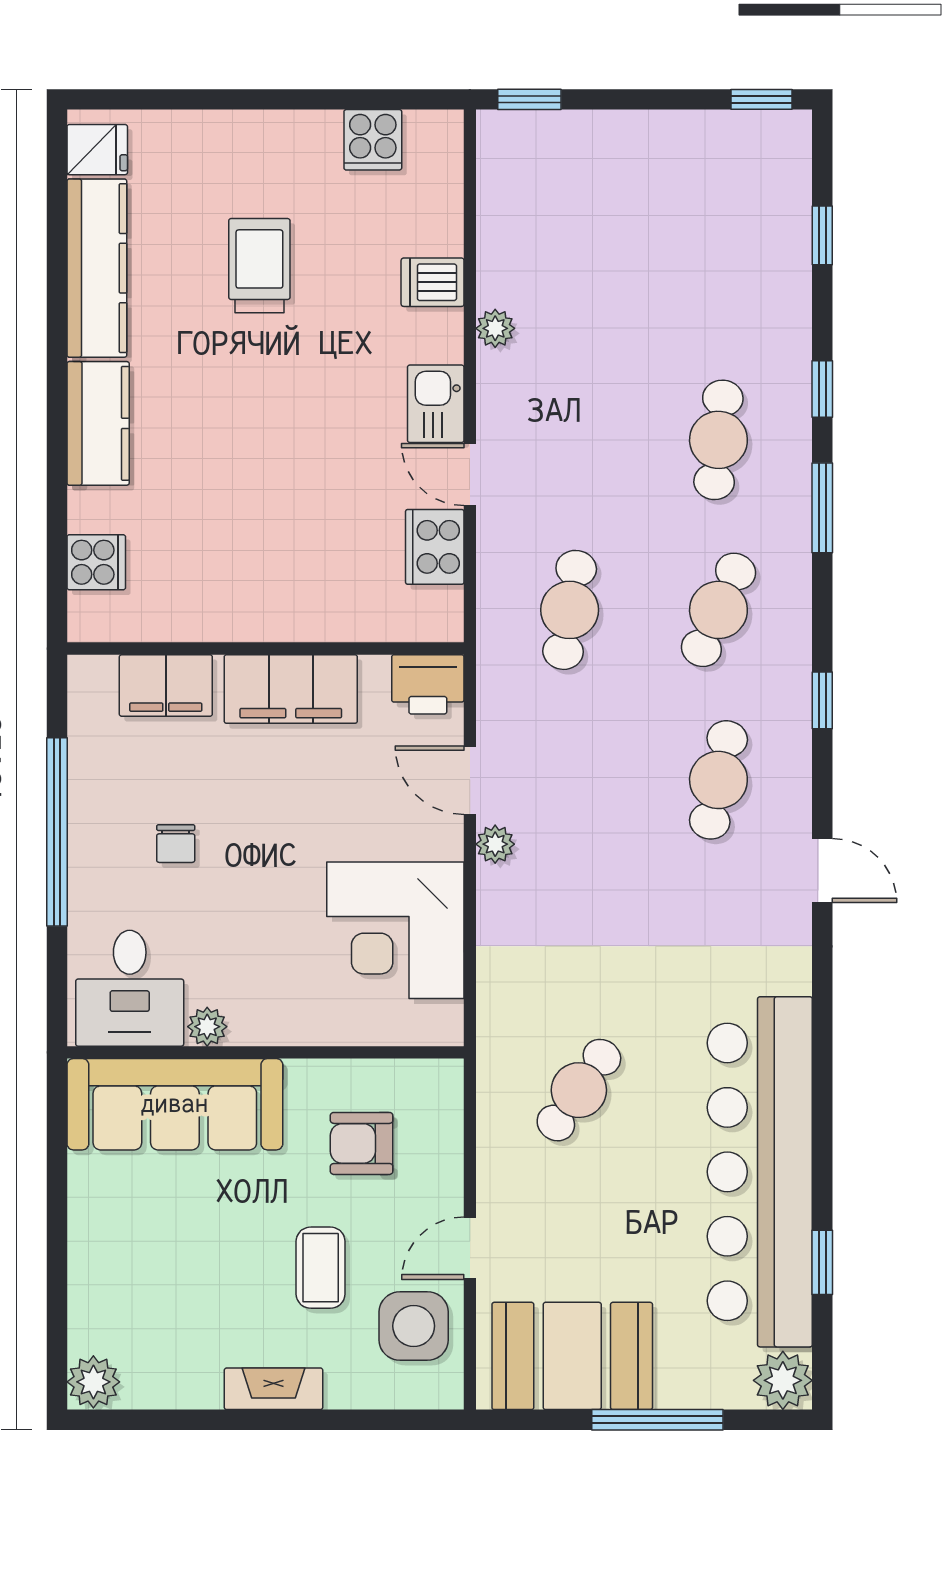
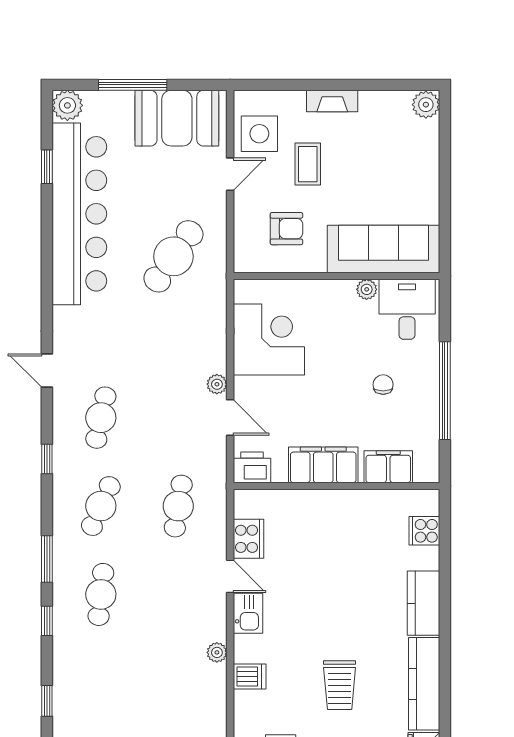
cafe table: (579, 1090) -> (173, 256), width x1.37, depth x1.35

